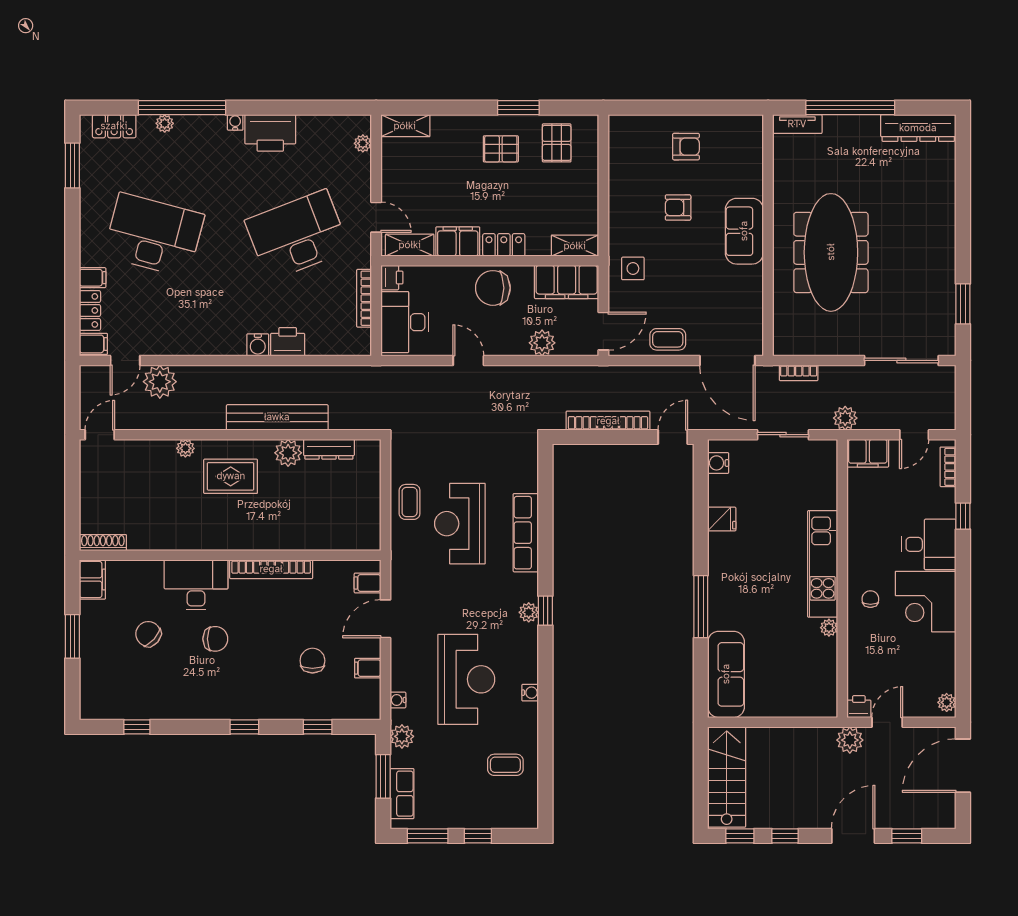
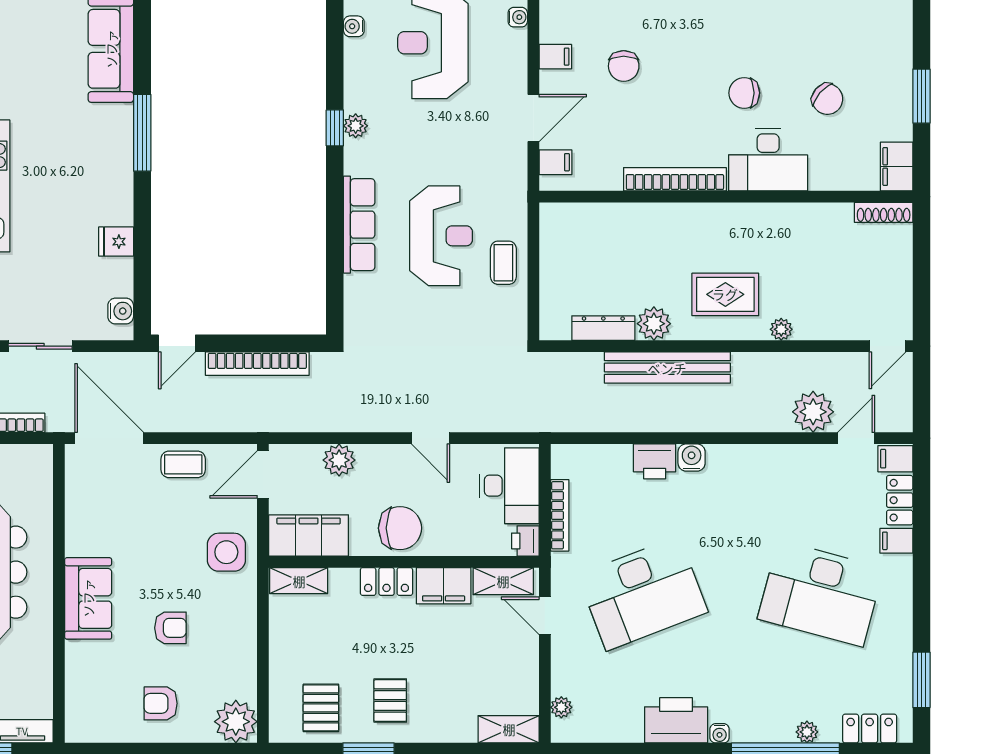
plant: (625, 132) -> (236, 722), added
pallet: (501, 149) -> (390, 701), turned 90
side table: (633, 268) -> (226, 552), width x1.37, depth x1.37

